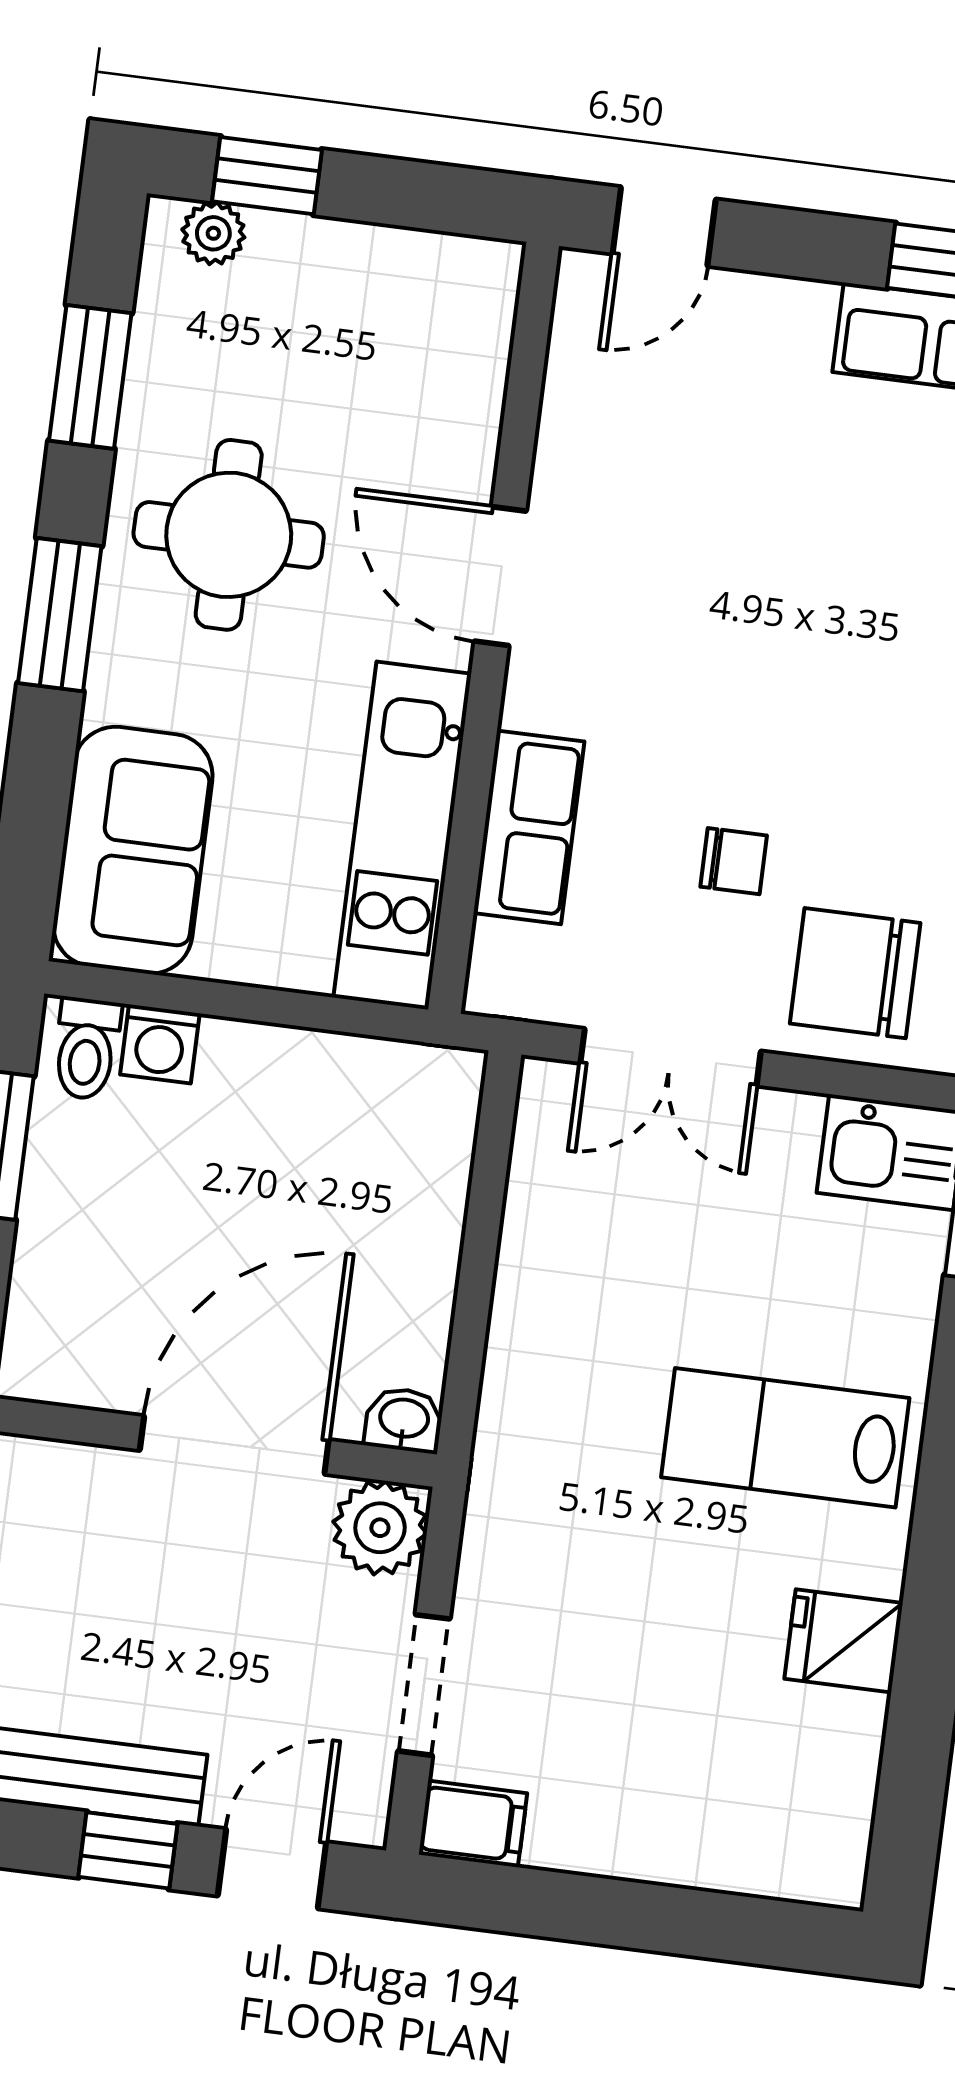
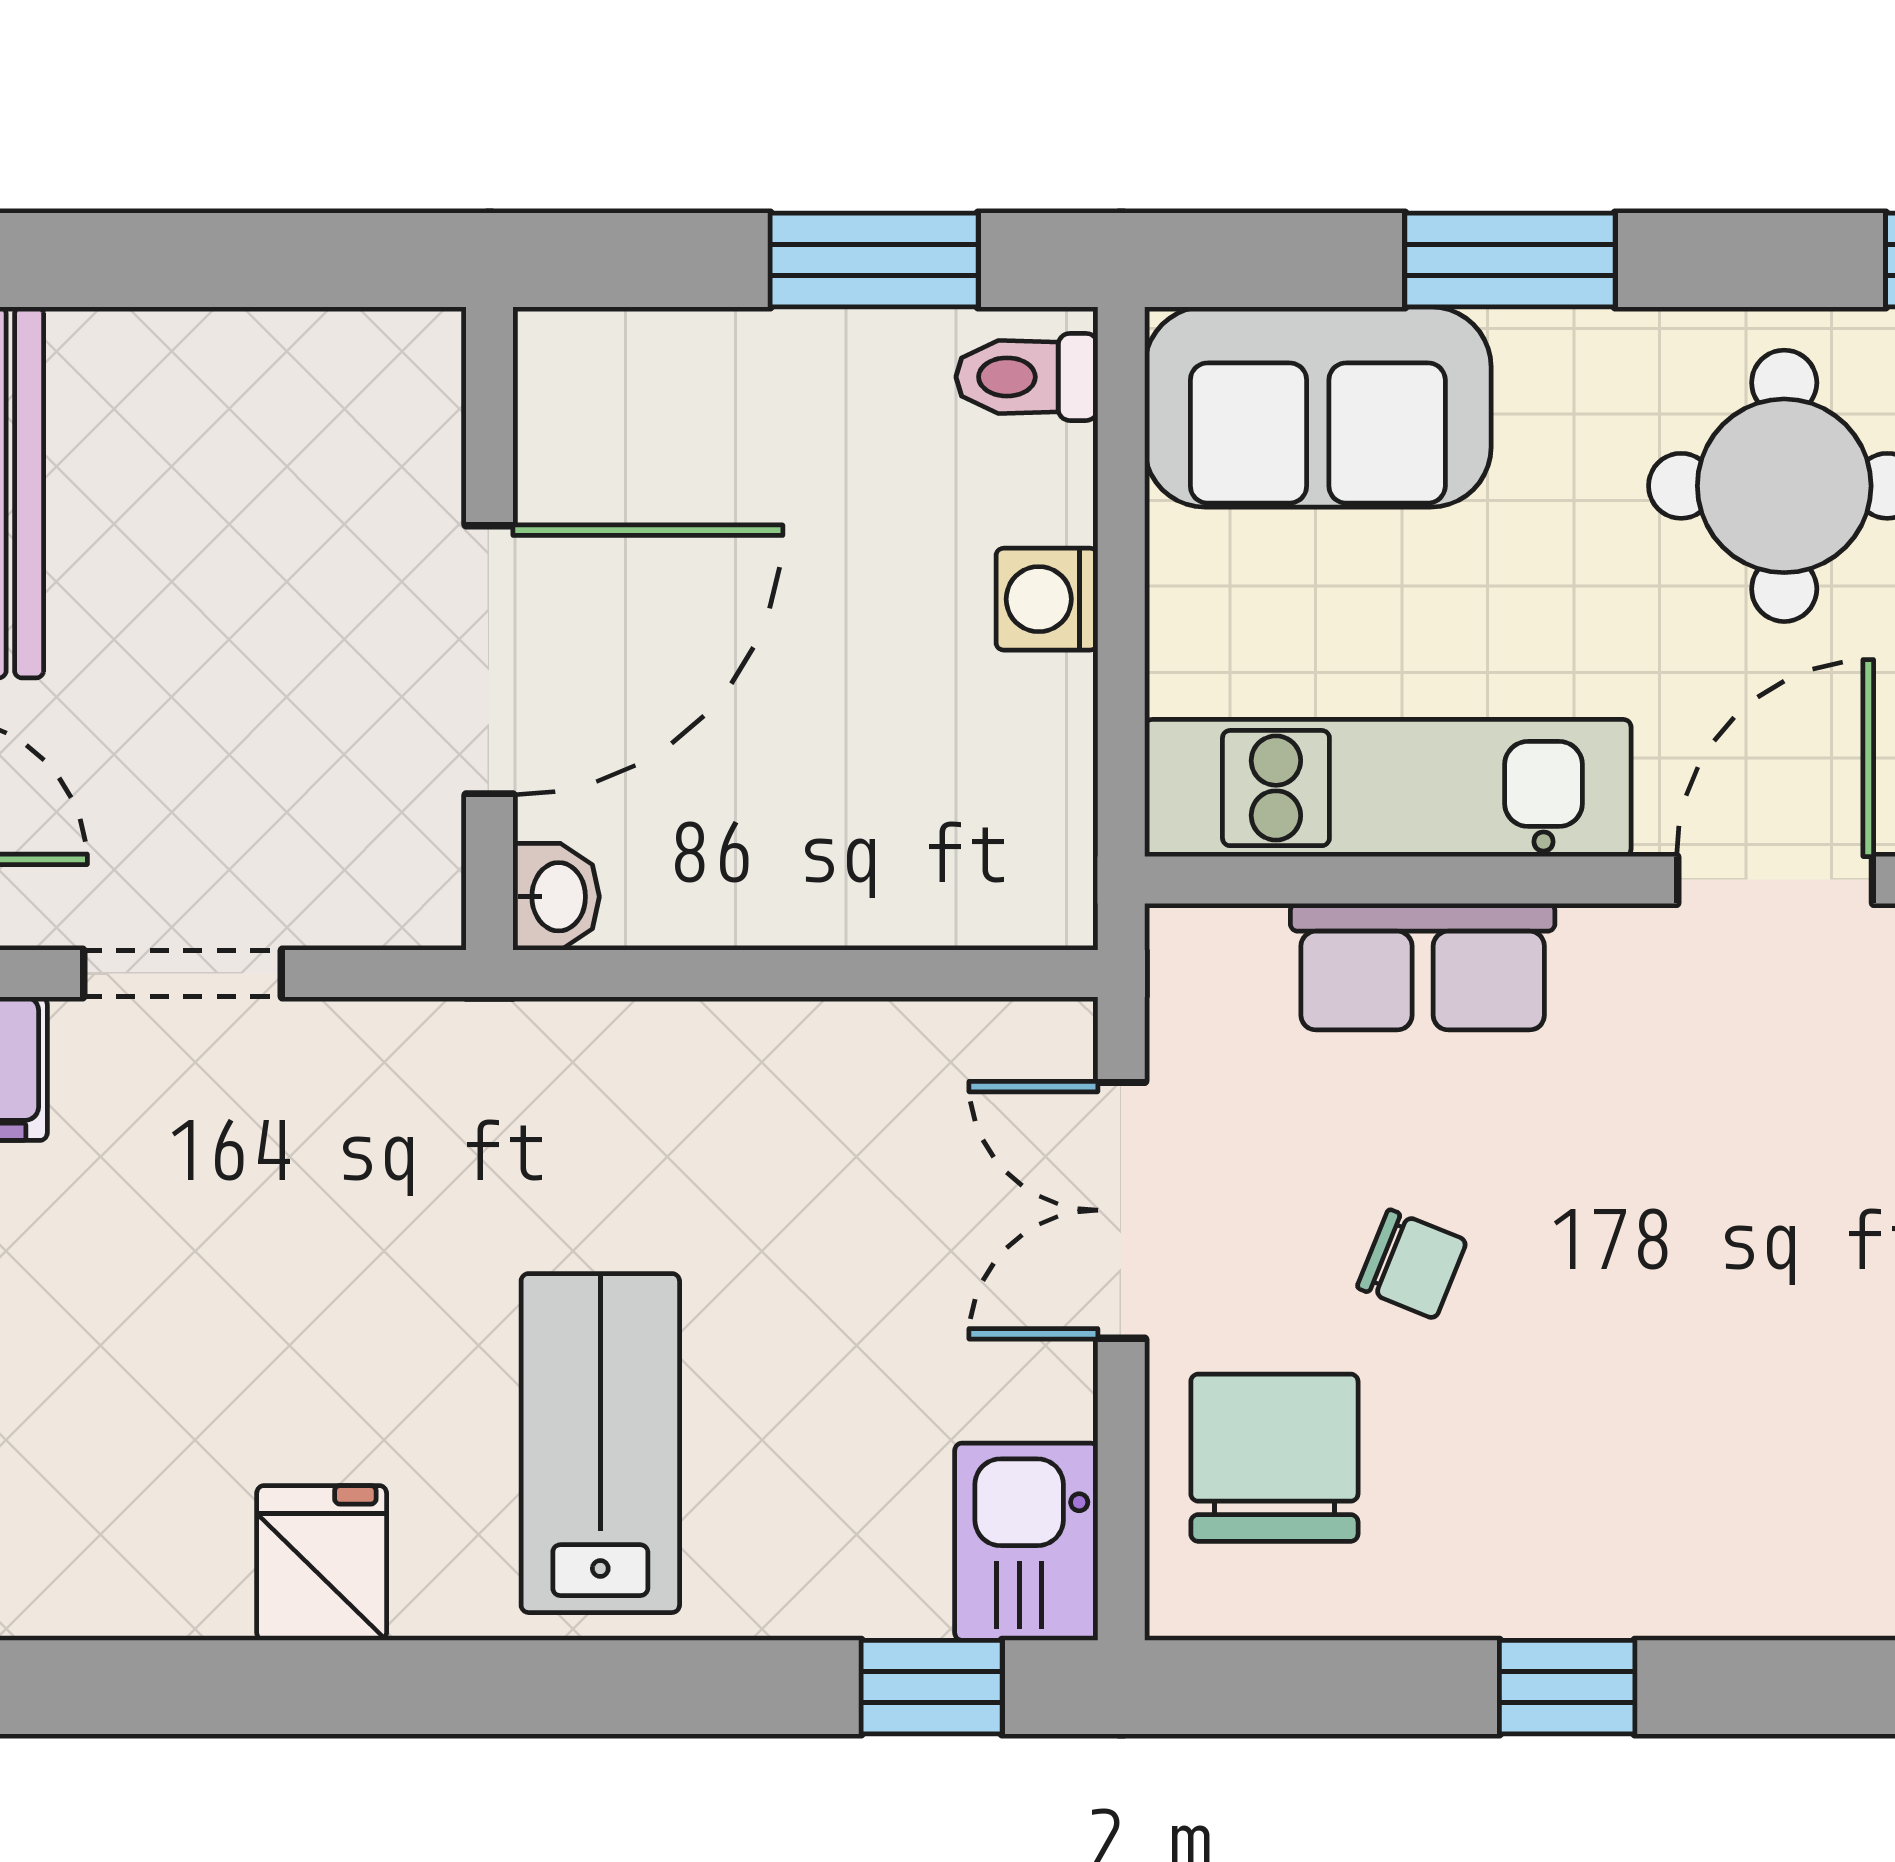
window: (60, 615) -> (1510, 260), moved
chair: (734, 861) -> (1412, 1264), turned -68
washing machine: (160, 1044) -> (1047, 599), moved
door: (234, 1445) -> (489, 660), hinge flipped
plant: (380, 1528) -> (398, 882), removed

